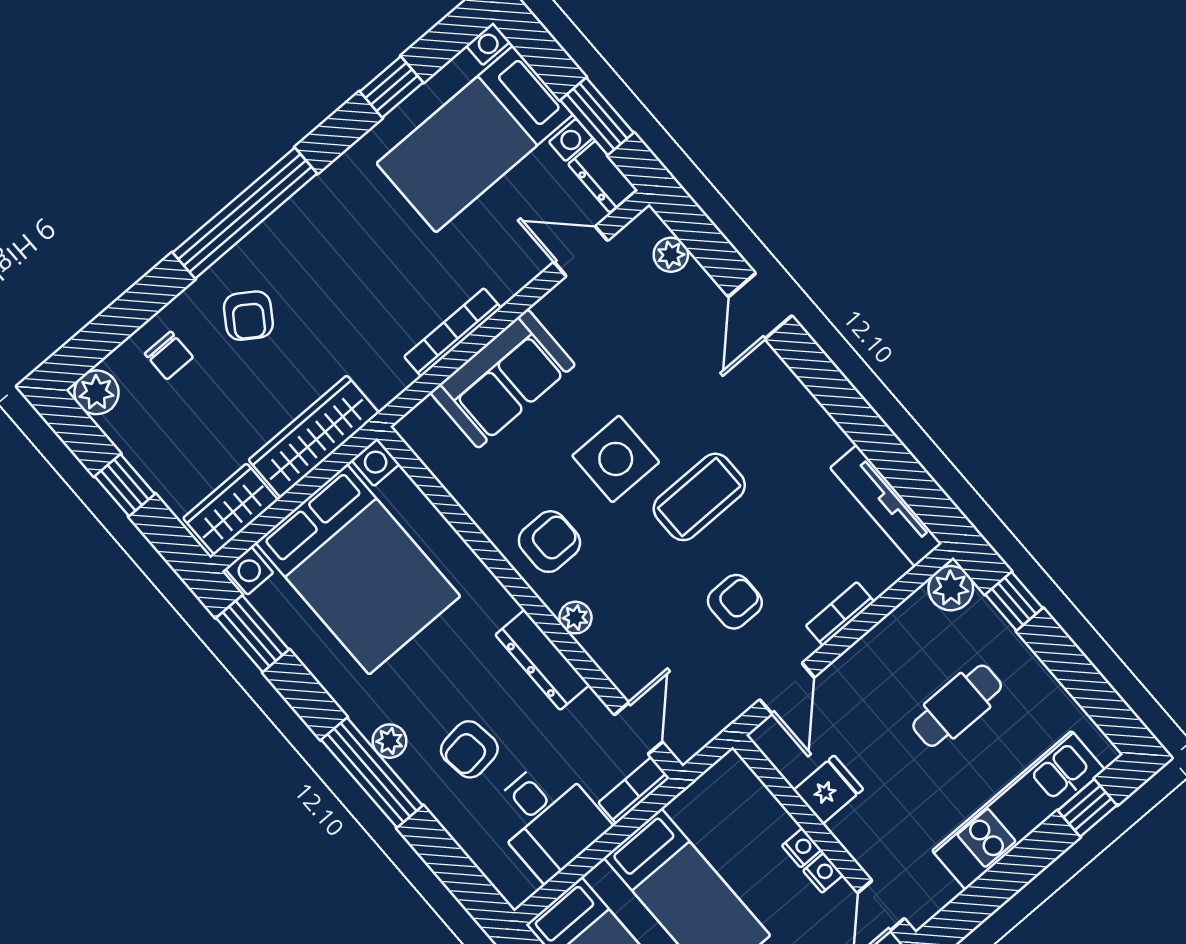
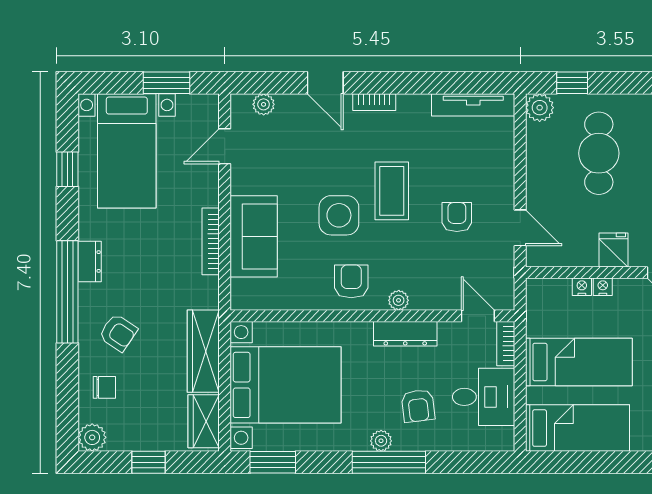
dresser: (602, 177) -> (90, 262), moved, turned -90
bookcase: (840, 614) -> (374, 102), moved, turned -90
cafe table: (957, 706) -> (599, 153), width x1.37, depth x1.35
fridge: (828, 790) -> (613, 250), moved
nightstand: (823, 873) -> (582, 287), moved

